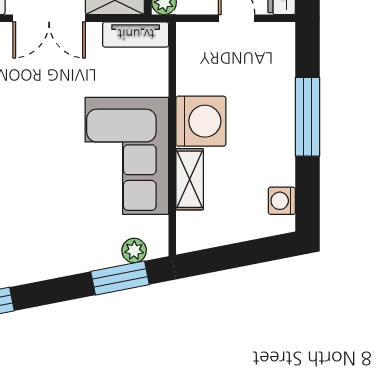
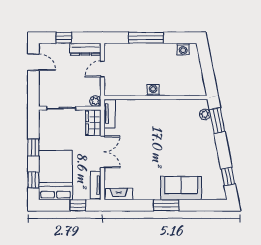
washing machine: (201, 121) -> (153, 90), width x0.53, depth x0.53
corner sofa: (127, 156) -> (163, 118), removed
shelving: (190, 179) -> (174, 90), removed

